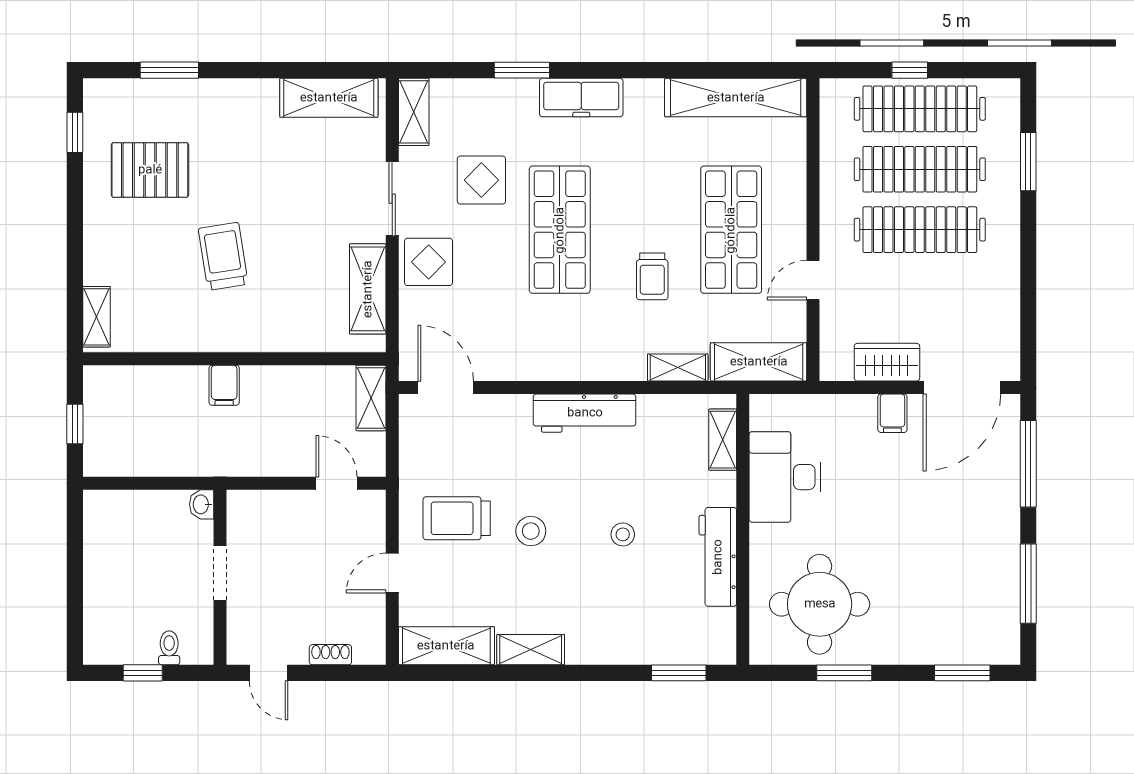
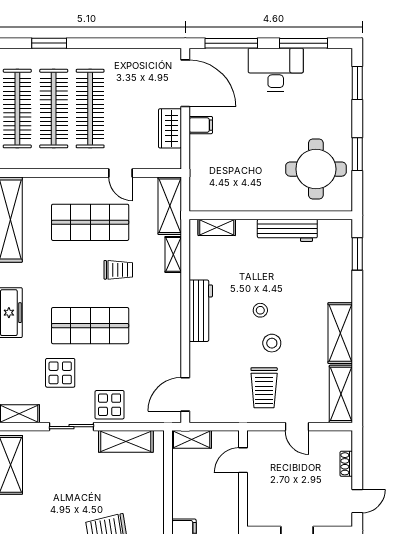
desk: (785, 477) -> (276, 70), moved, turned 180
stool: (623, 534) -> (260, 310), moved
shelving: (531, 650) -> (340, 333), width x1.50, depth x1.33

